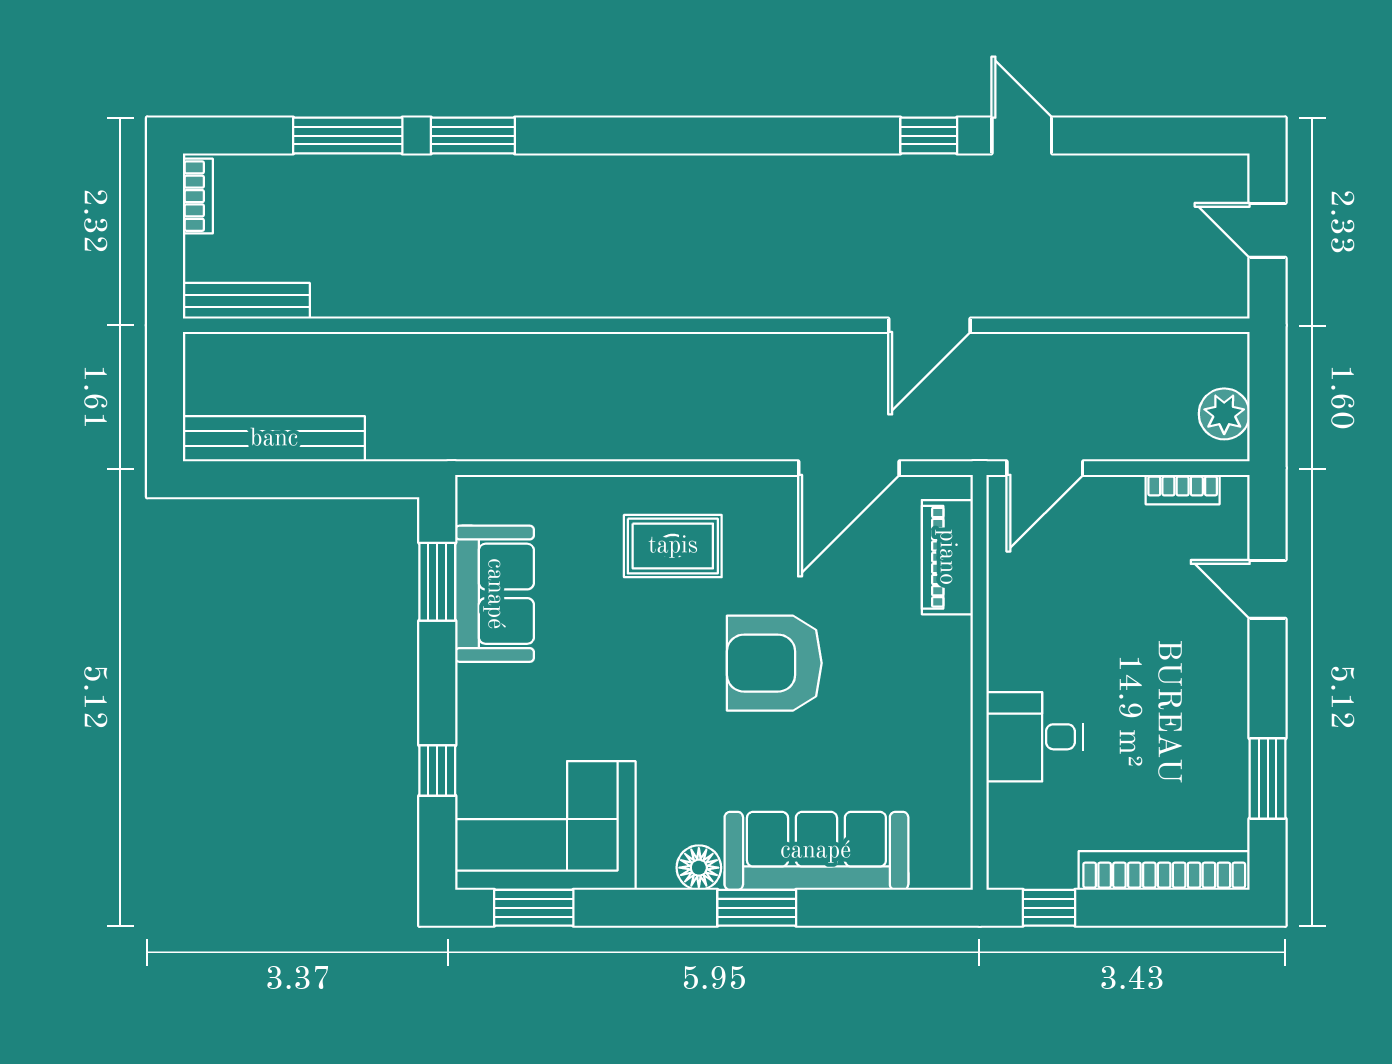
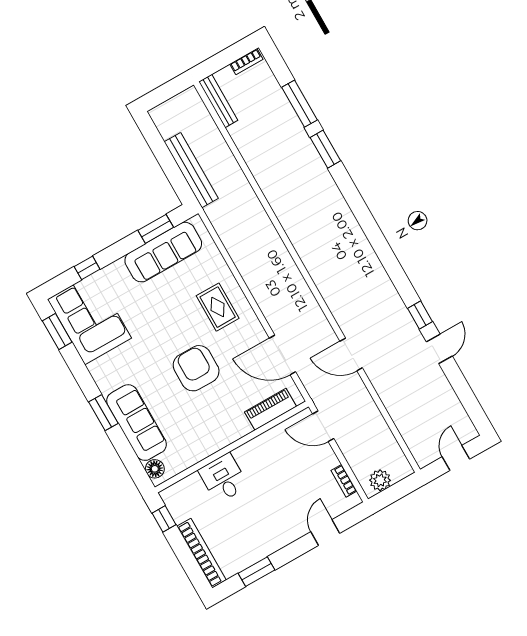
bench: (274, 439) -> (191, 170), moved
sofa: (495, 594) -> (163, 252), width x1.36
floor lamp: (699, 868) -> (155, 469), moved

